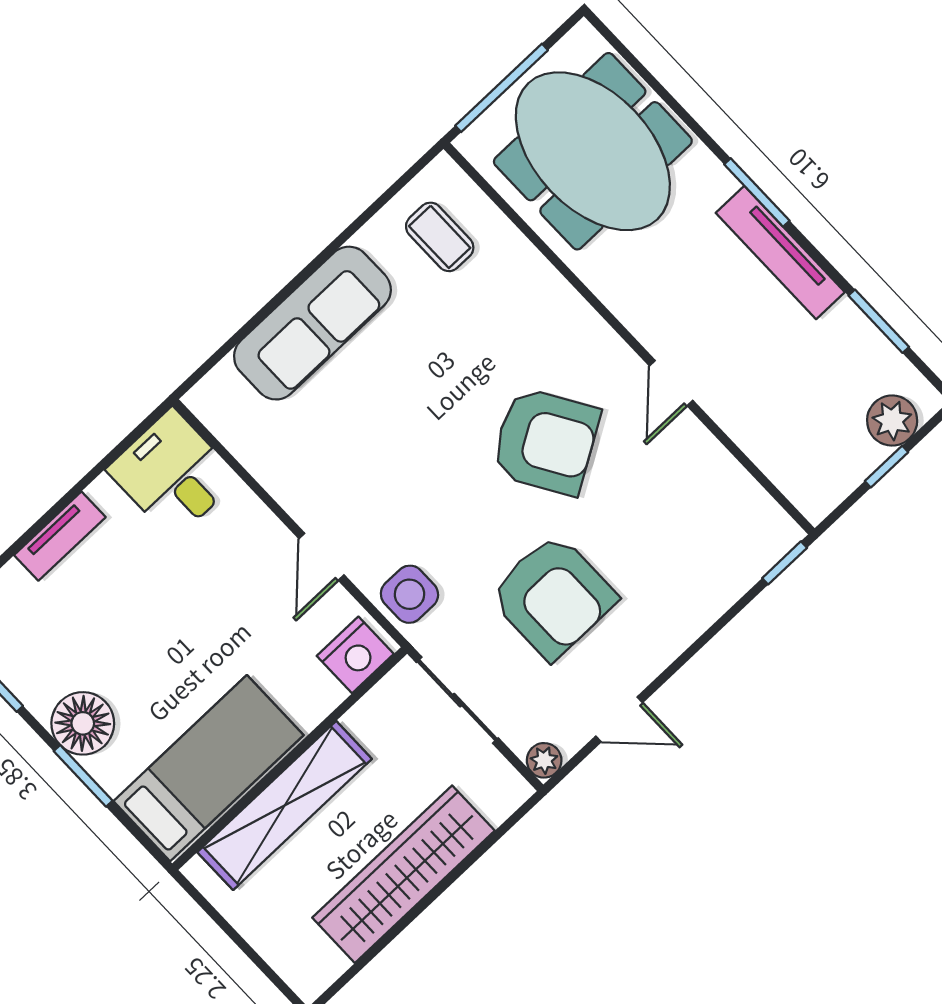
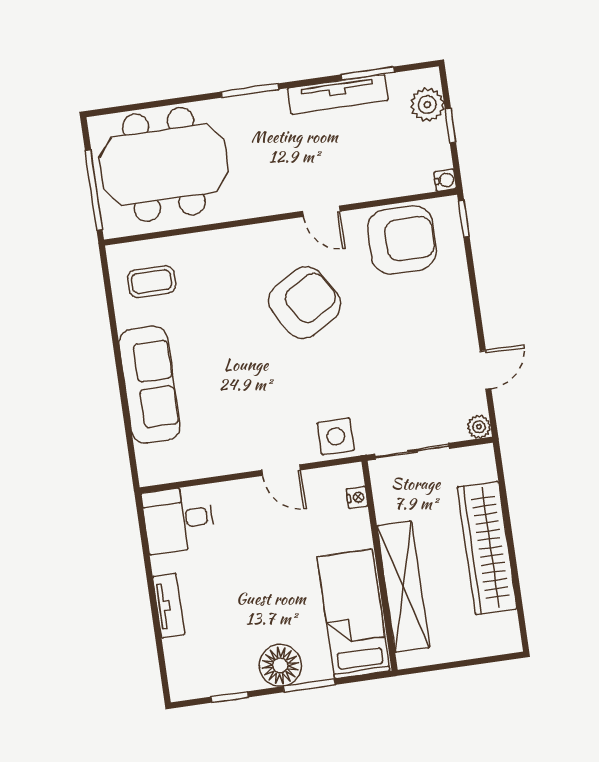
tv unit: (780, 252) -> (338, 94), moved
water cooler: (815, 507) -> (445, 180), added
armchair: (553, 597) -> (402, 240), moved
nightstand: (355, 655) -> (357, 497), width x0.53, depth x0.56

